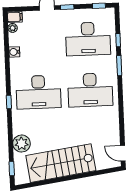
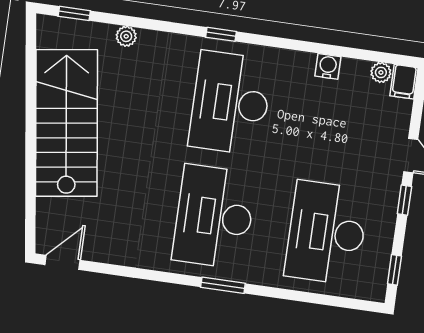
window: (118, 40) -> (312, 298), removed
window: (119, 66) -> (223, 285), moved
plant: (22, 144) -> (126, 36), width x0.53, depth x0.53

